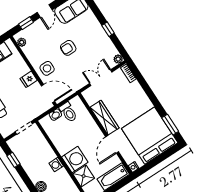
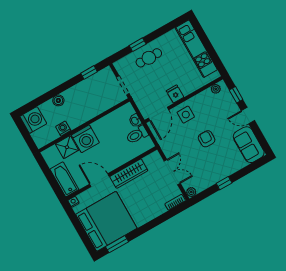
washing machine: (56, 165) -> (63, 129), moved

